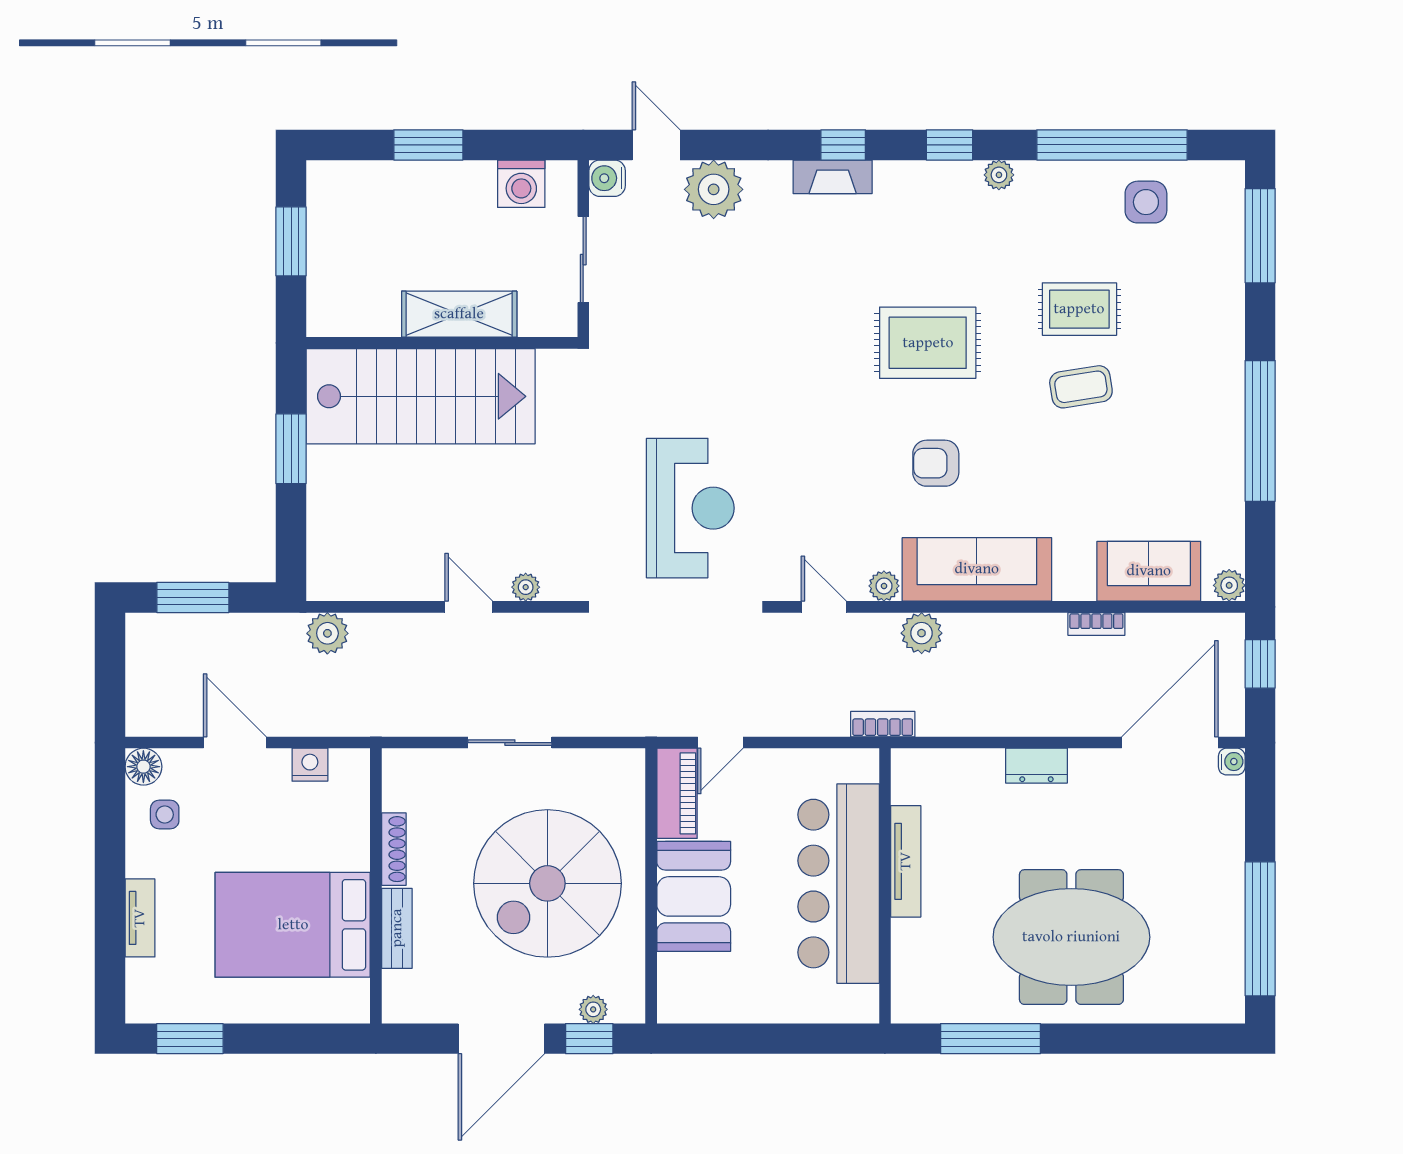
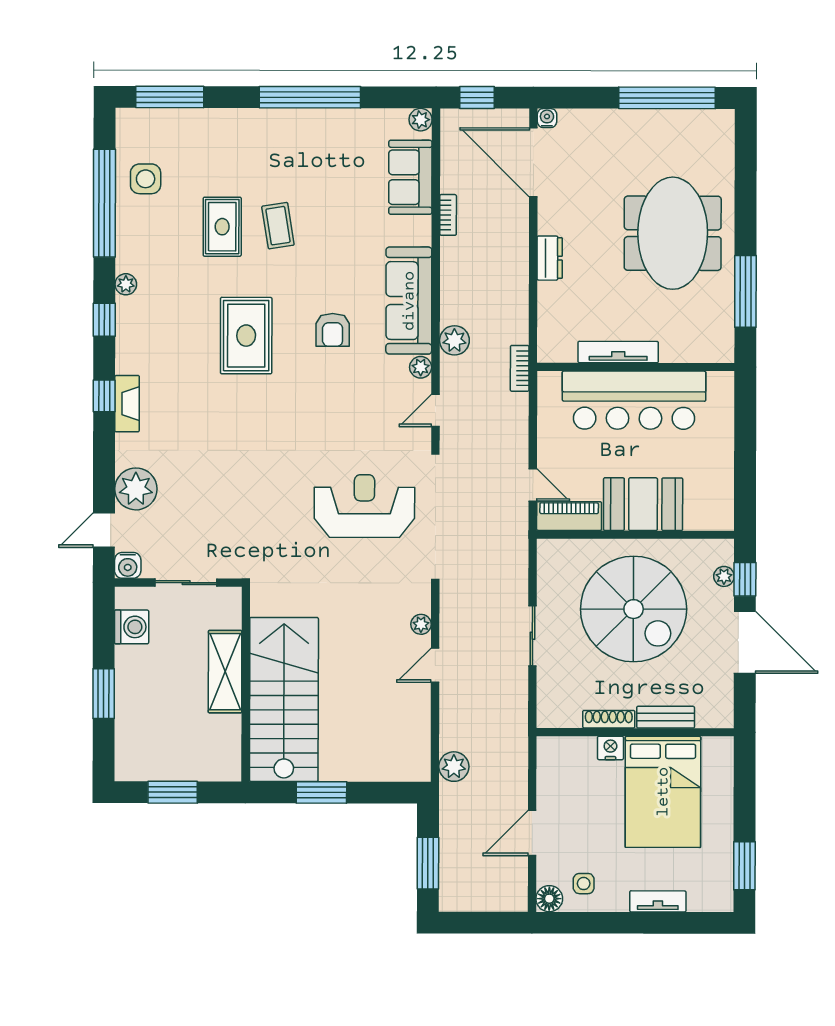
nightstand: (310, 765) -> (610, 748), moved, turned 90

